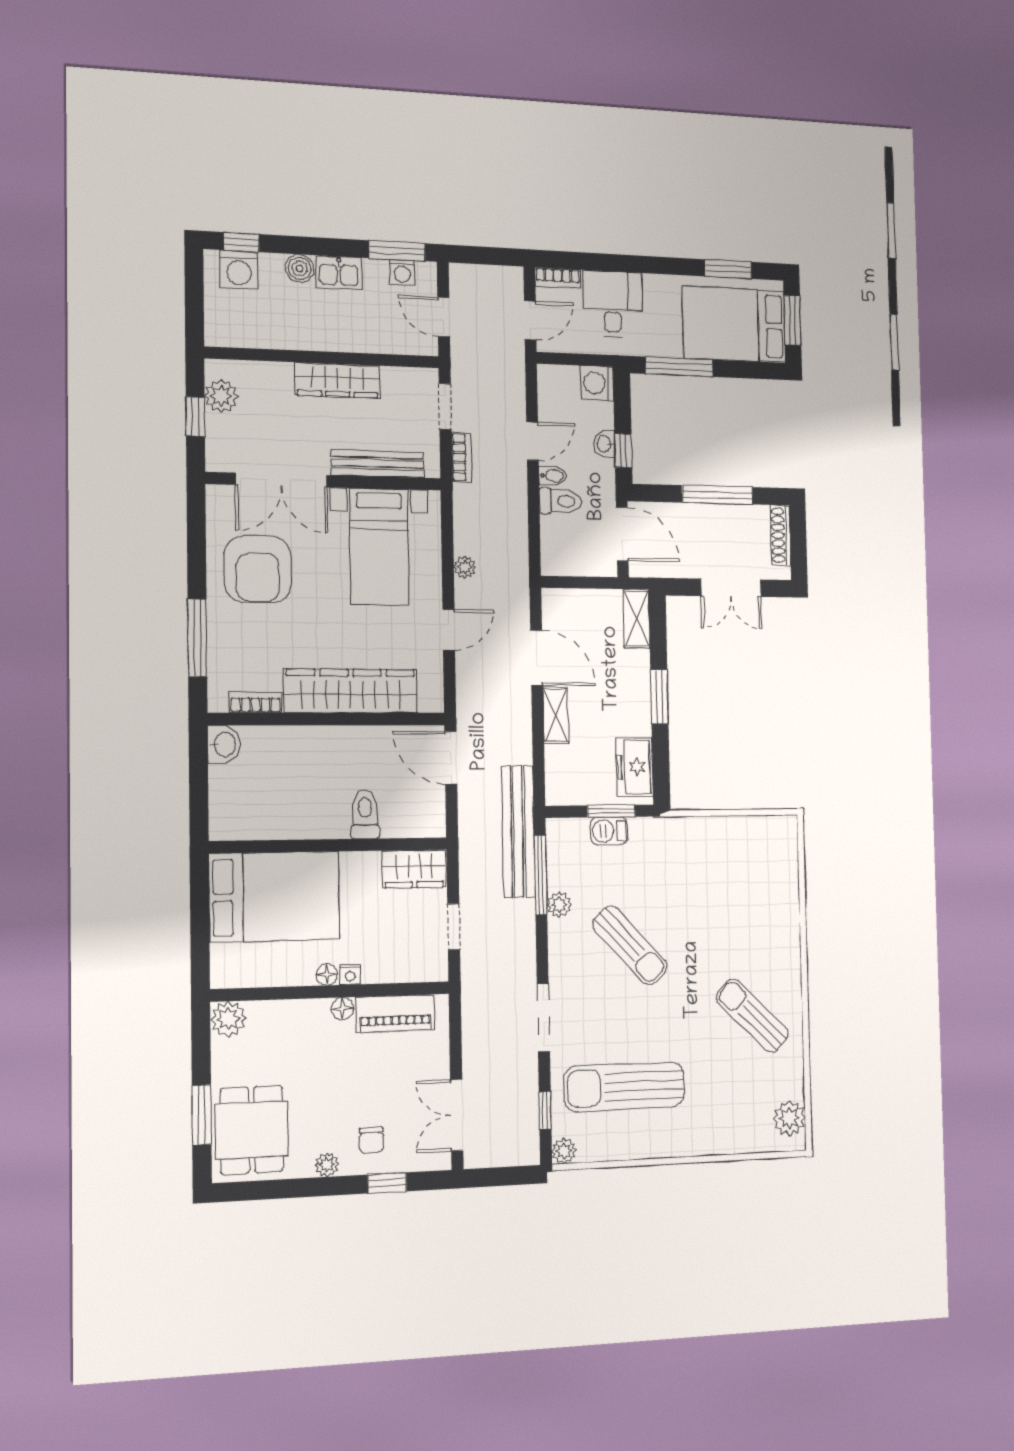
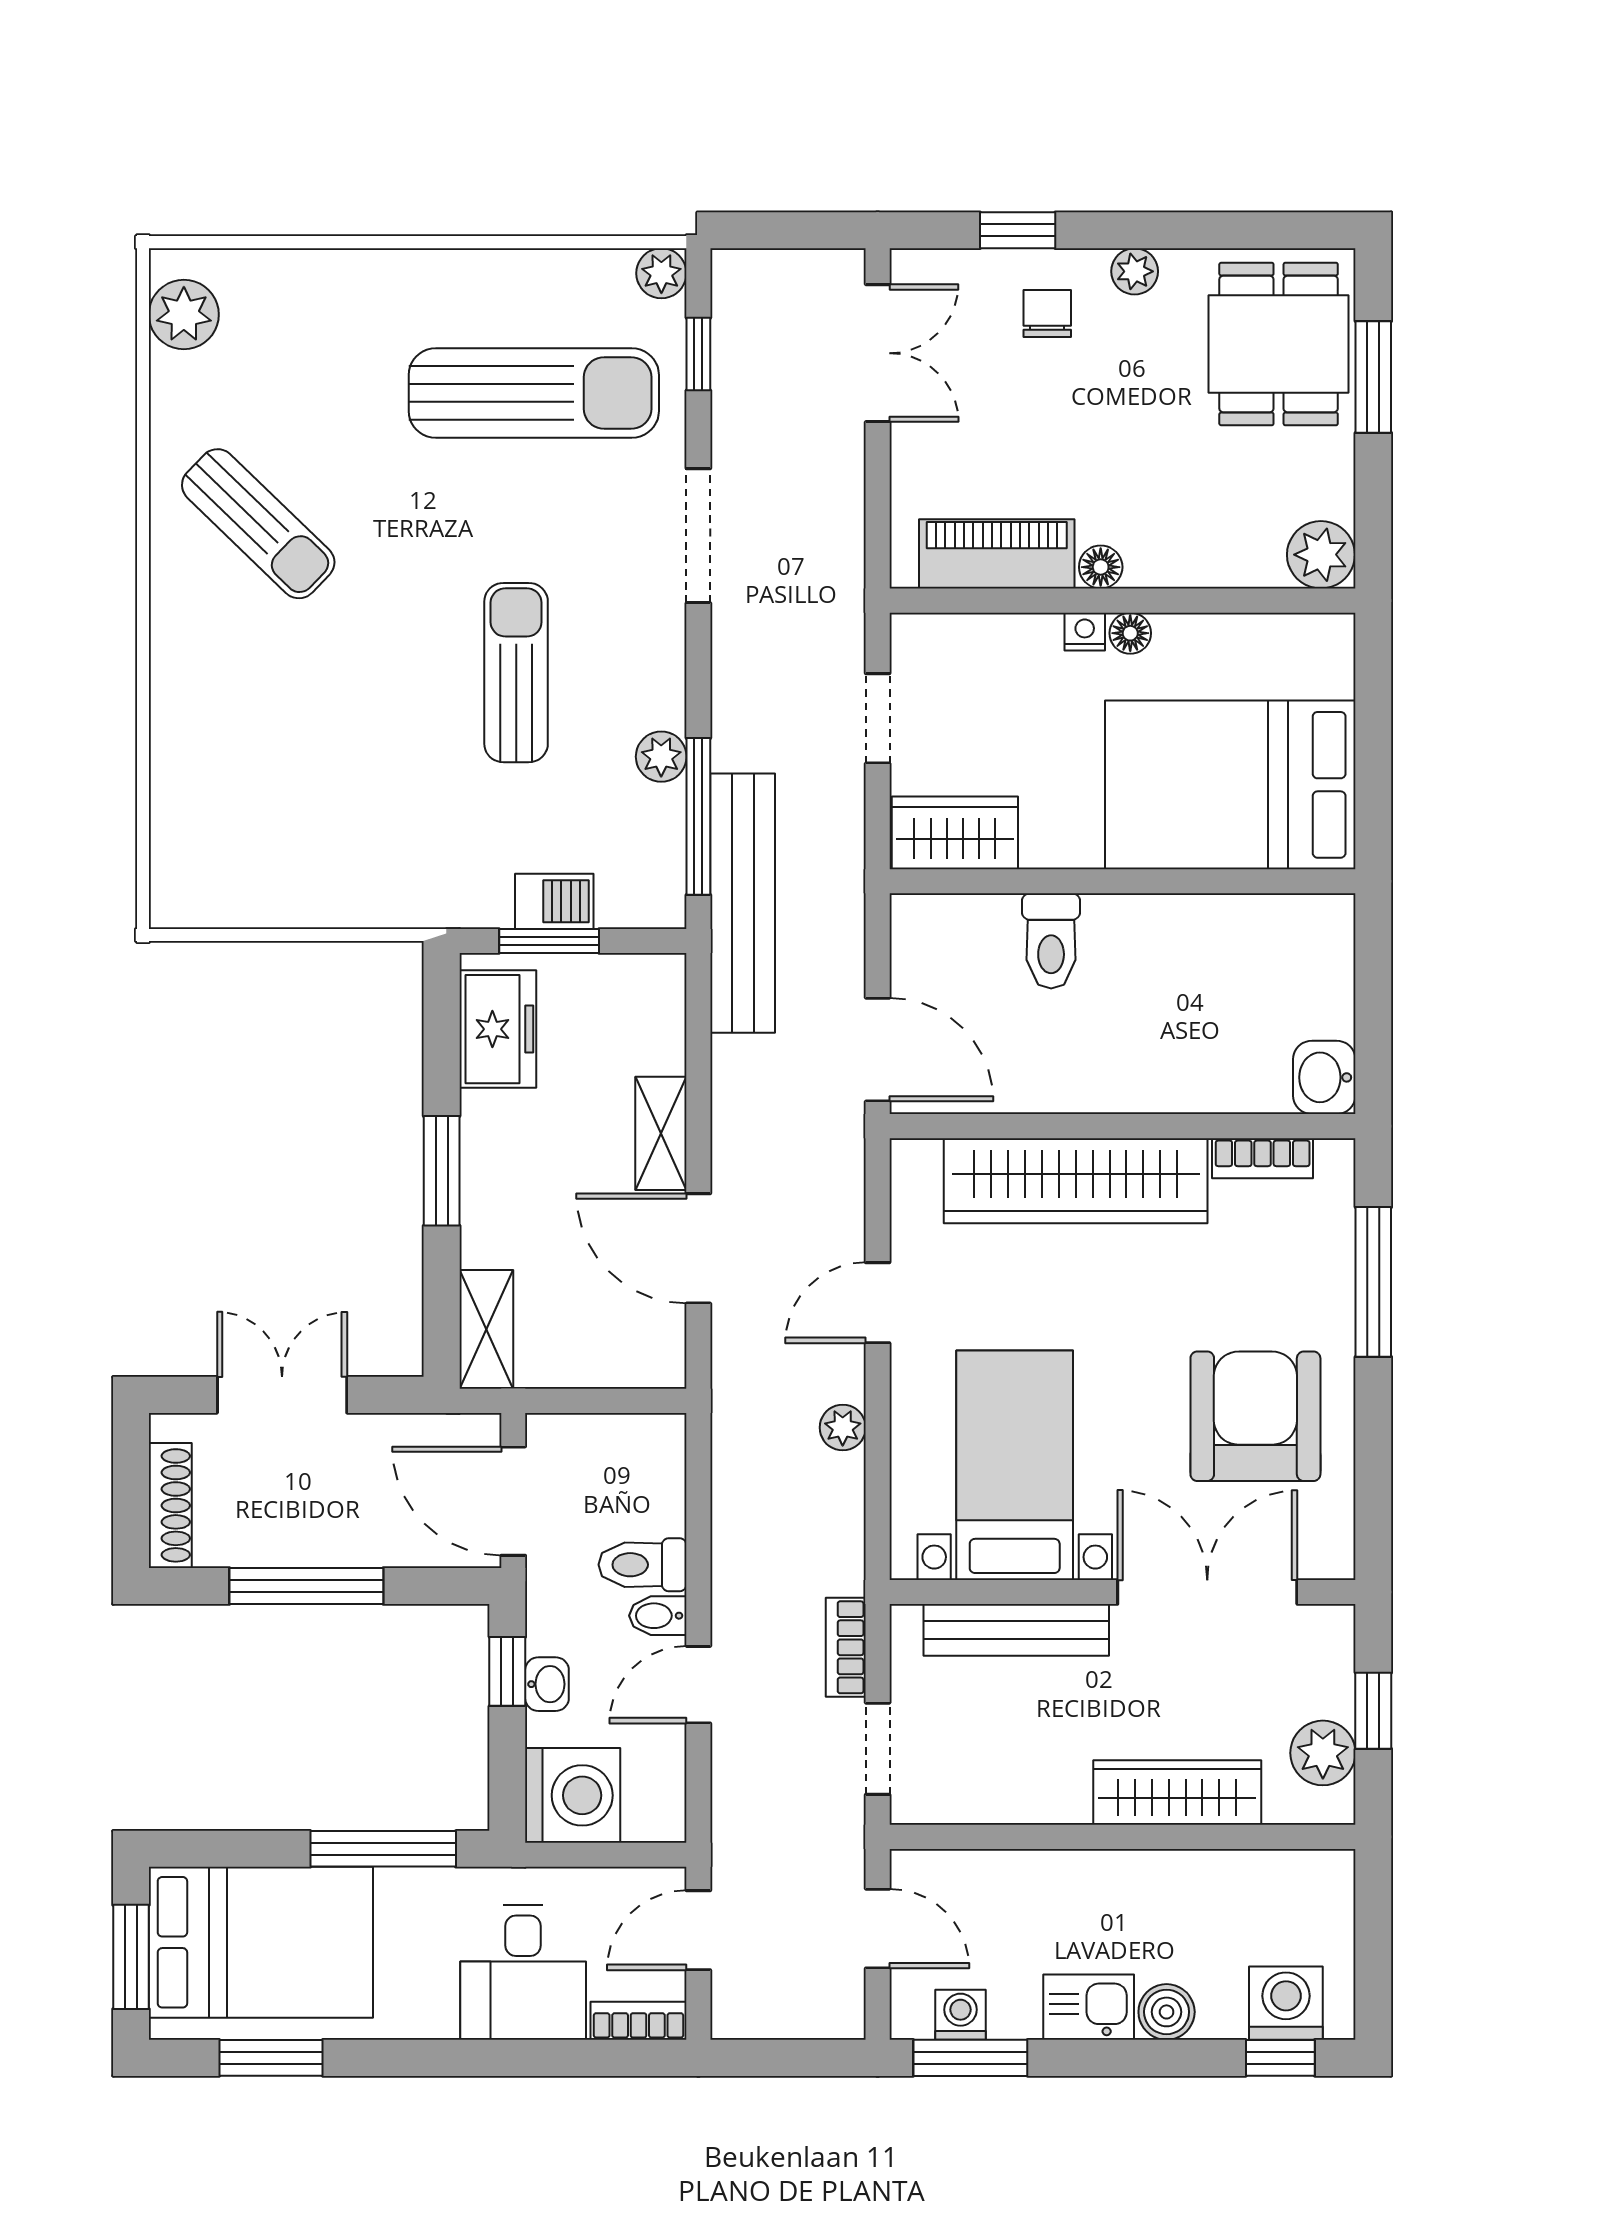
wardrobe: (338, 380) -> (1177, 1792), moved
washing machine: (597, 383) -> (573, 1795), width x1.37, depth x1.37
sun lounger: (630, 945) -> (516, 673), turned 43

